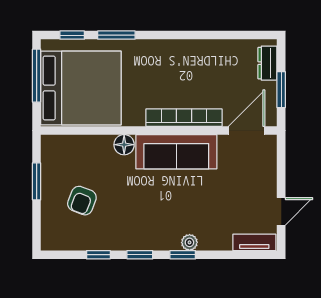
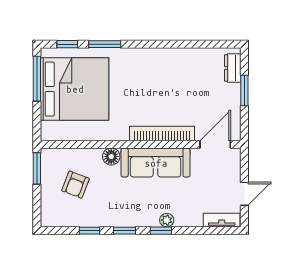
bookcase: (184, 118) -> (162, 134), moved
wall: (159, 130) -> (141, 144), moved
door: (247, 130) -> (215, 144), moved
floor lamp: (124, 145) -> (111, 157), moved
sofa: (176, 152) -> (156, 163), moved

